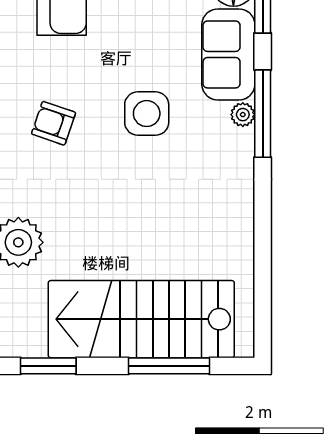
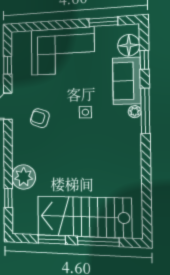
side table: (147, 114) -> (85, 112), width x0.54, depth x0.54
window: (48, 366) -> (52, 239), moved

